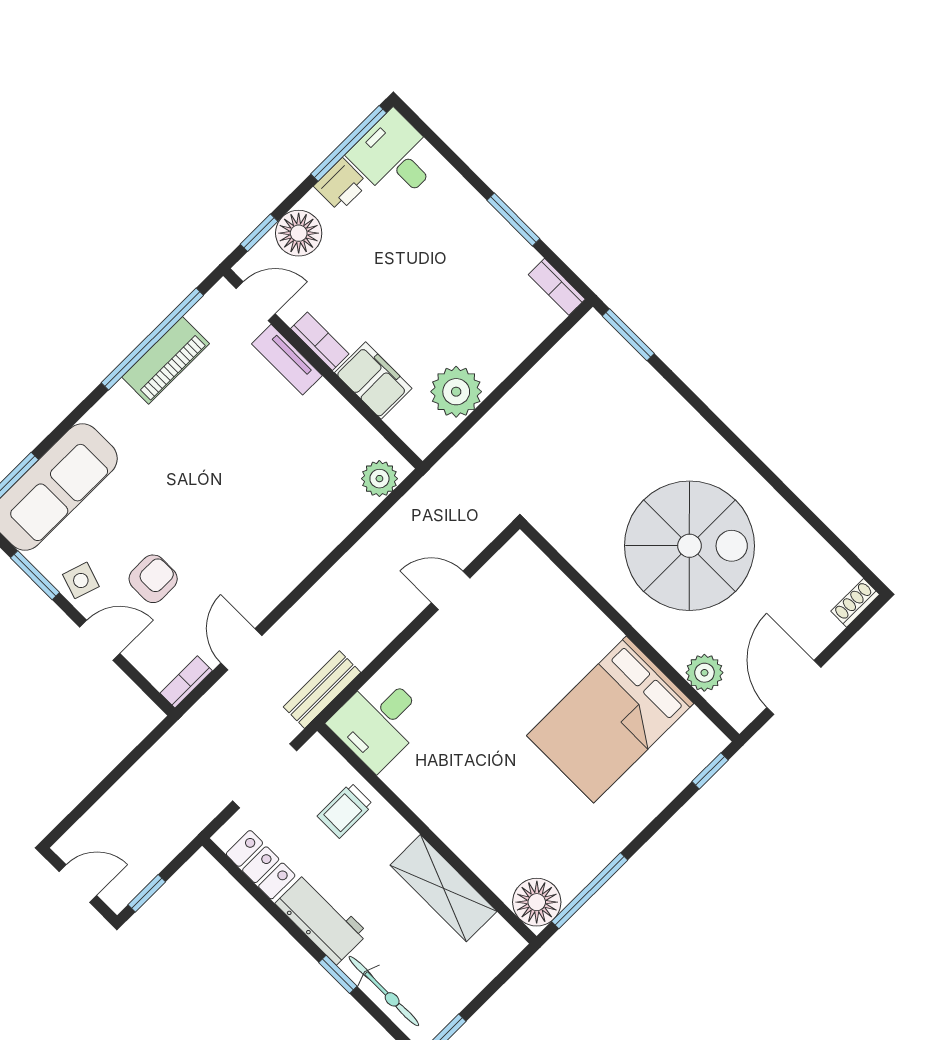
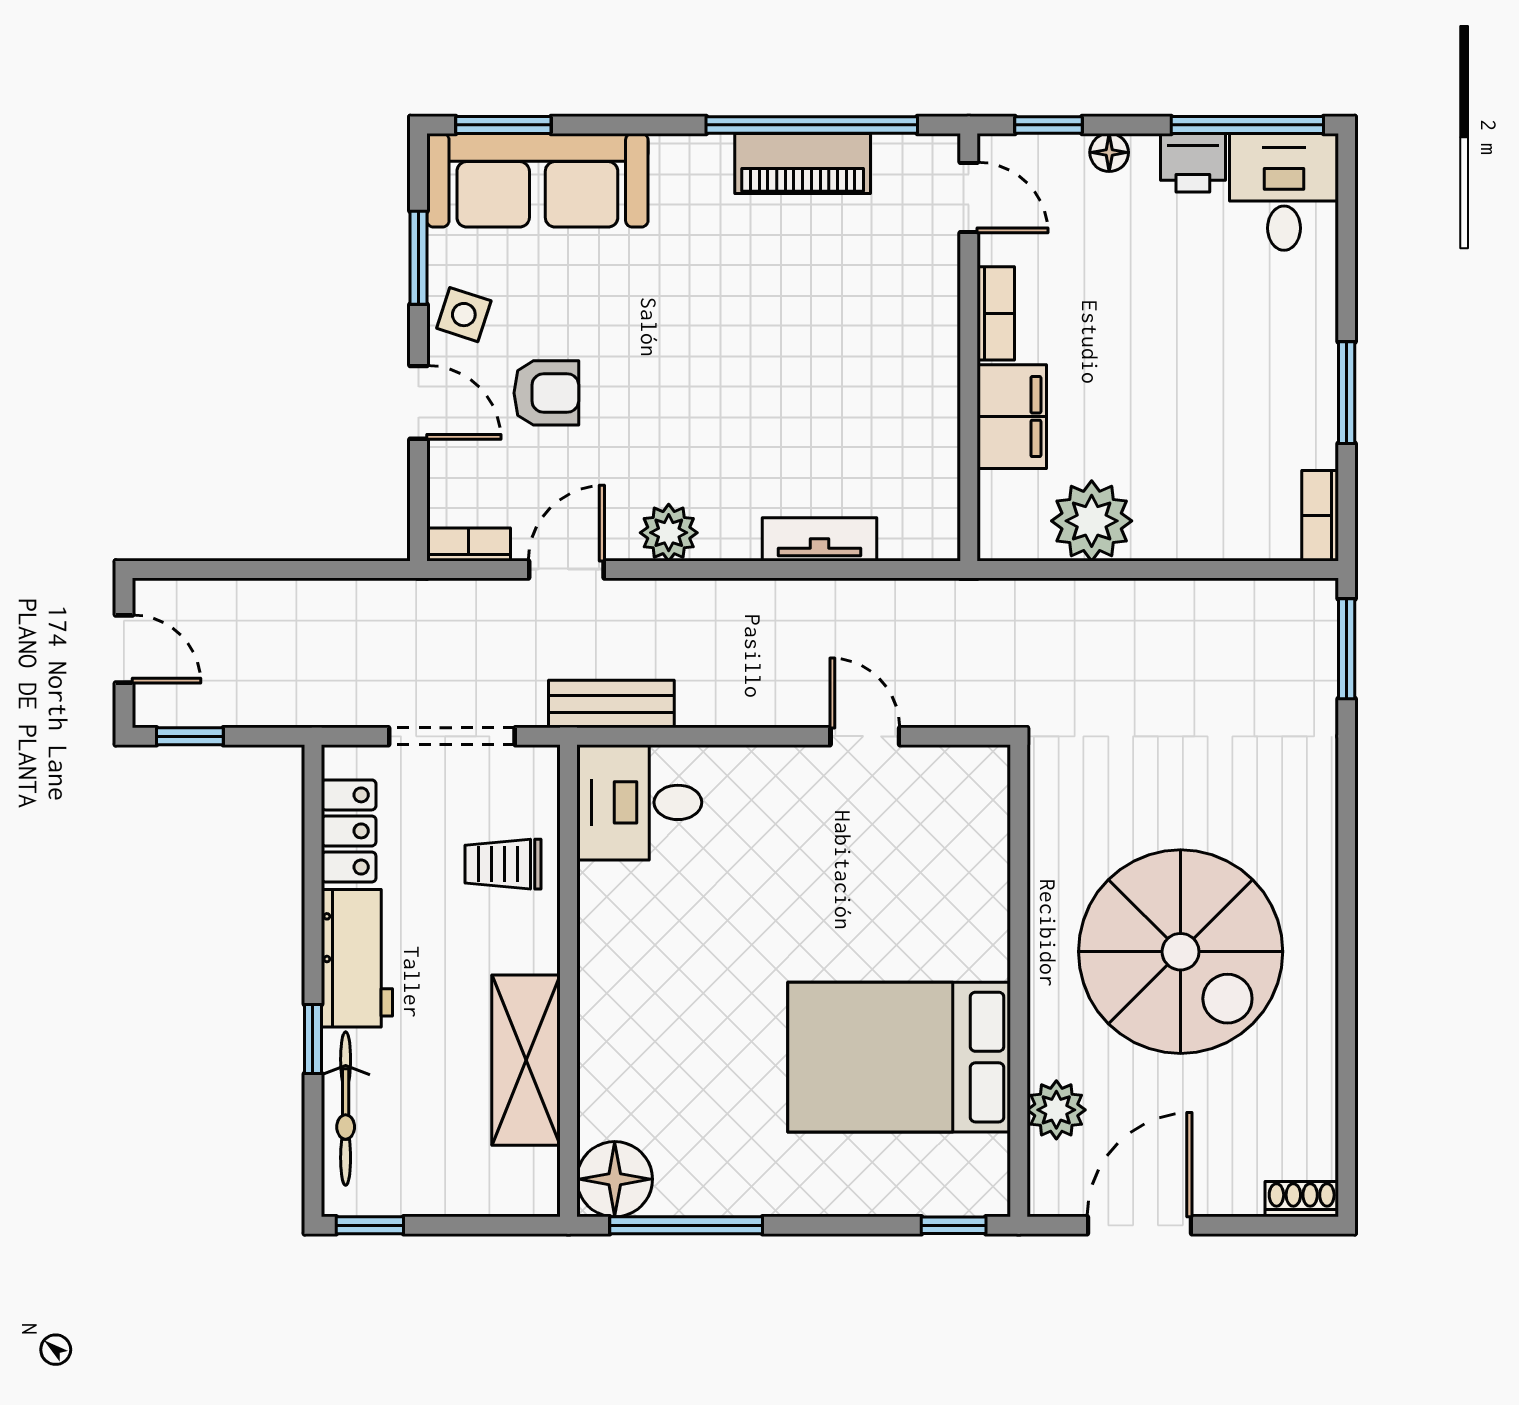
floor lamp: (299, 233) -> (1109, 152), width x0.53, depth x0.53
tv unit: (287, 360) -> (820, 539), moved, turned 90
plant: (379, 479) -> (669, 533), moved

